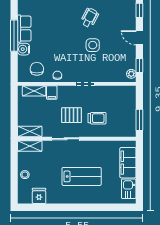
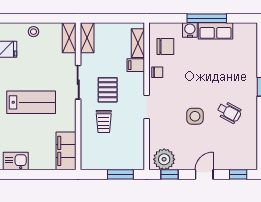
plant: (131, 74) -> (164, 159), width x1.87, depth x1.87
window: (139, 120) -> (120, 174), moved
filing cabinet: (128, 163) -> (66, 151), moved, turned -90
lab bench: (82, 176) -> (31, 102), turned -90

